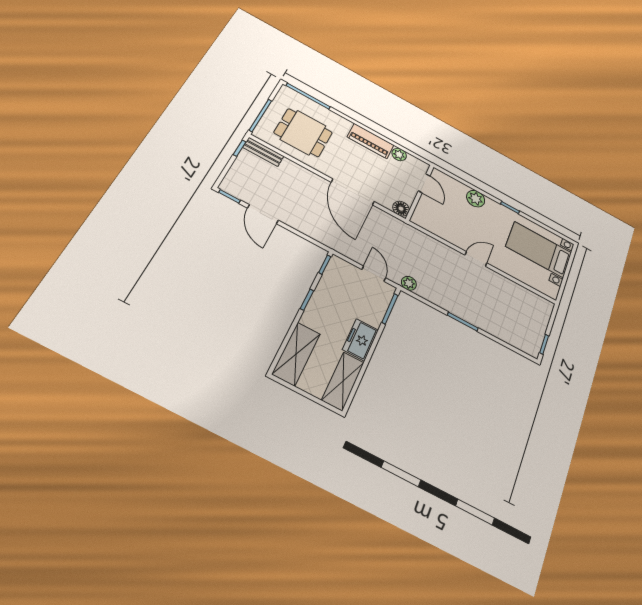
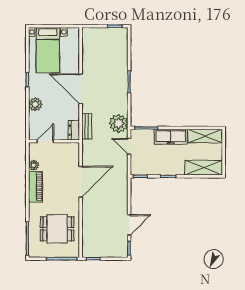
dining table: (303, 133) -> (57, 229), turned 90
bench: (263, 152) -> (87, 126), moved
floor lamp: (401, 209) -> (74, 148), removed
dresser: (425, 222) -> (74, 130), added
door: (476, 259) -> (81, 89), width x1.87
door: (374, 274) -> (129, 146), hinge flipped
plant: (409, 283) -> (119, 123), width x1.87, depth x1.87
freezer: (360, 340) -> (171, 137), width x1.40

